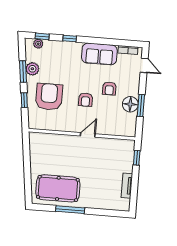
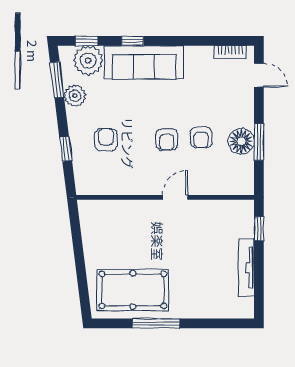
plant: (38, 44) -> (88, 60), width x1.87, depth x1.87
sofa: (99, 54) -> (144, 62), moved, width x1.36
window: (23, 72) -> (57, 80), moved
armchair: (109, 88) -> (201, 137), moved
armchair: (49, 97) -> (106, 140), width x0.53, depth x0.53
tv unit: (127, 186) -> (246, 268), width x1.41

